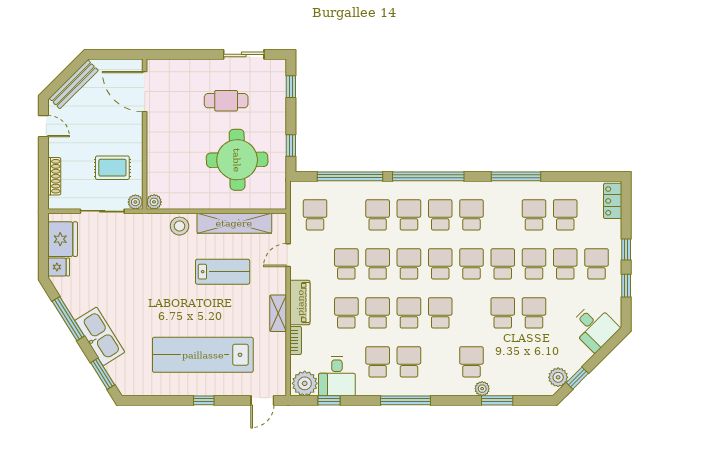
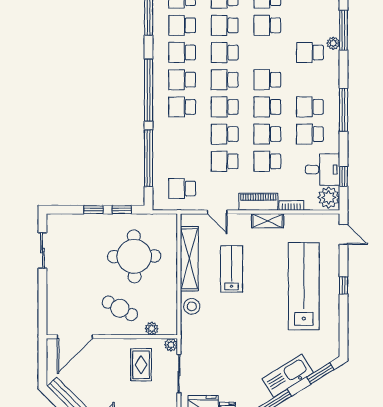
window: (291, 87) -> (93, 210), moved
cafe table: (226, 101) -> (120, 308), moved, turned -62
plant: (154, 202) -> (152, 329), moved
school desk: (378, 215) -> (182, 25), moved
lab bench: (203, 355) -> (304, 286), turned 180
window: (497, 400) -> (343, 30), width x1.44

